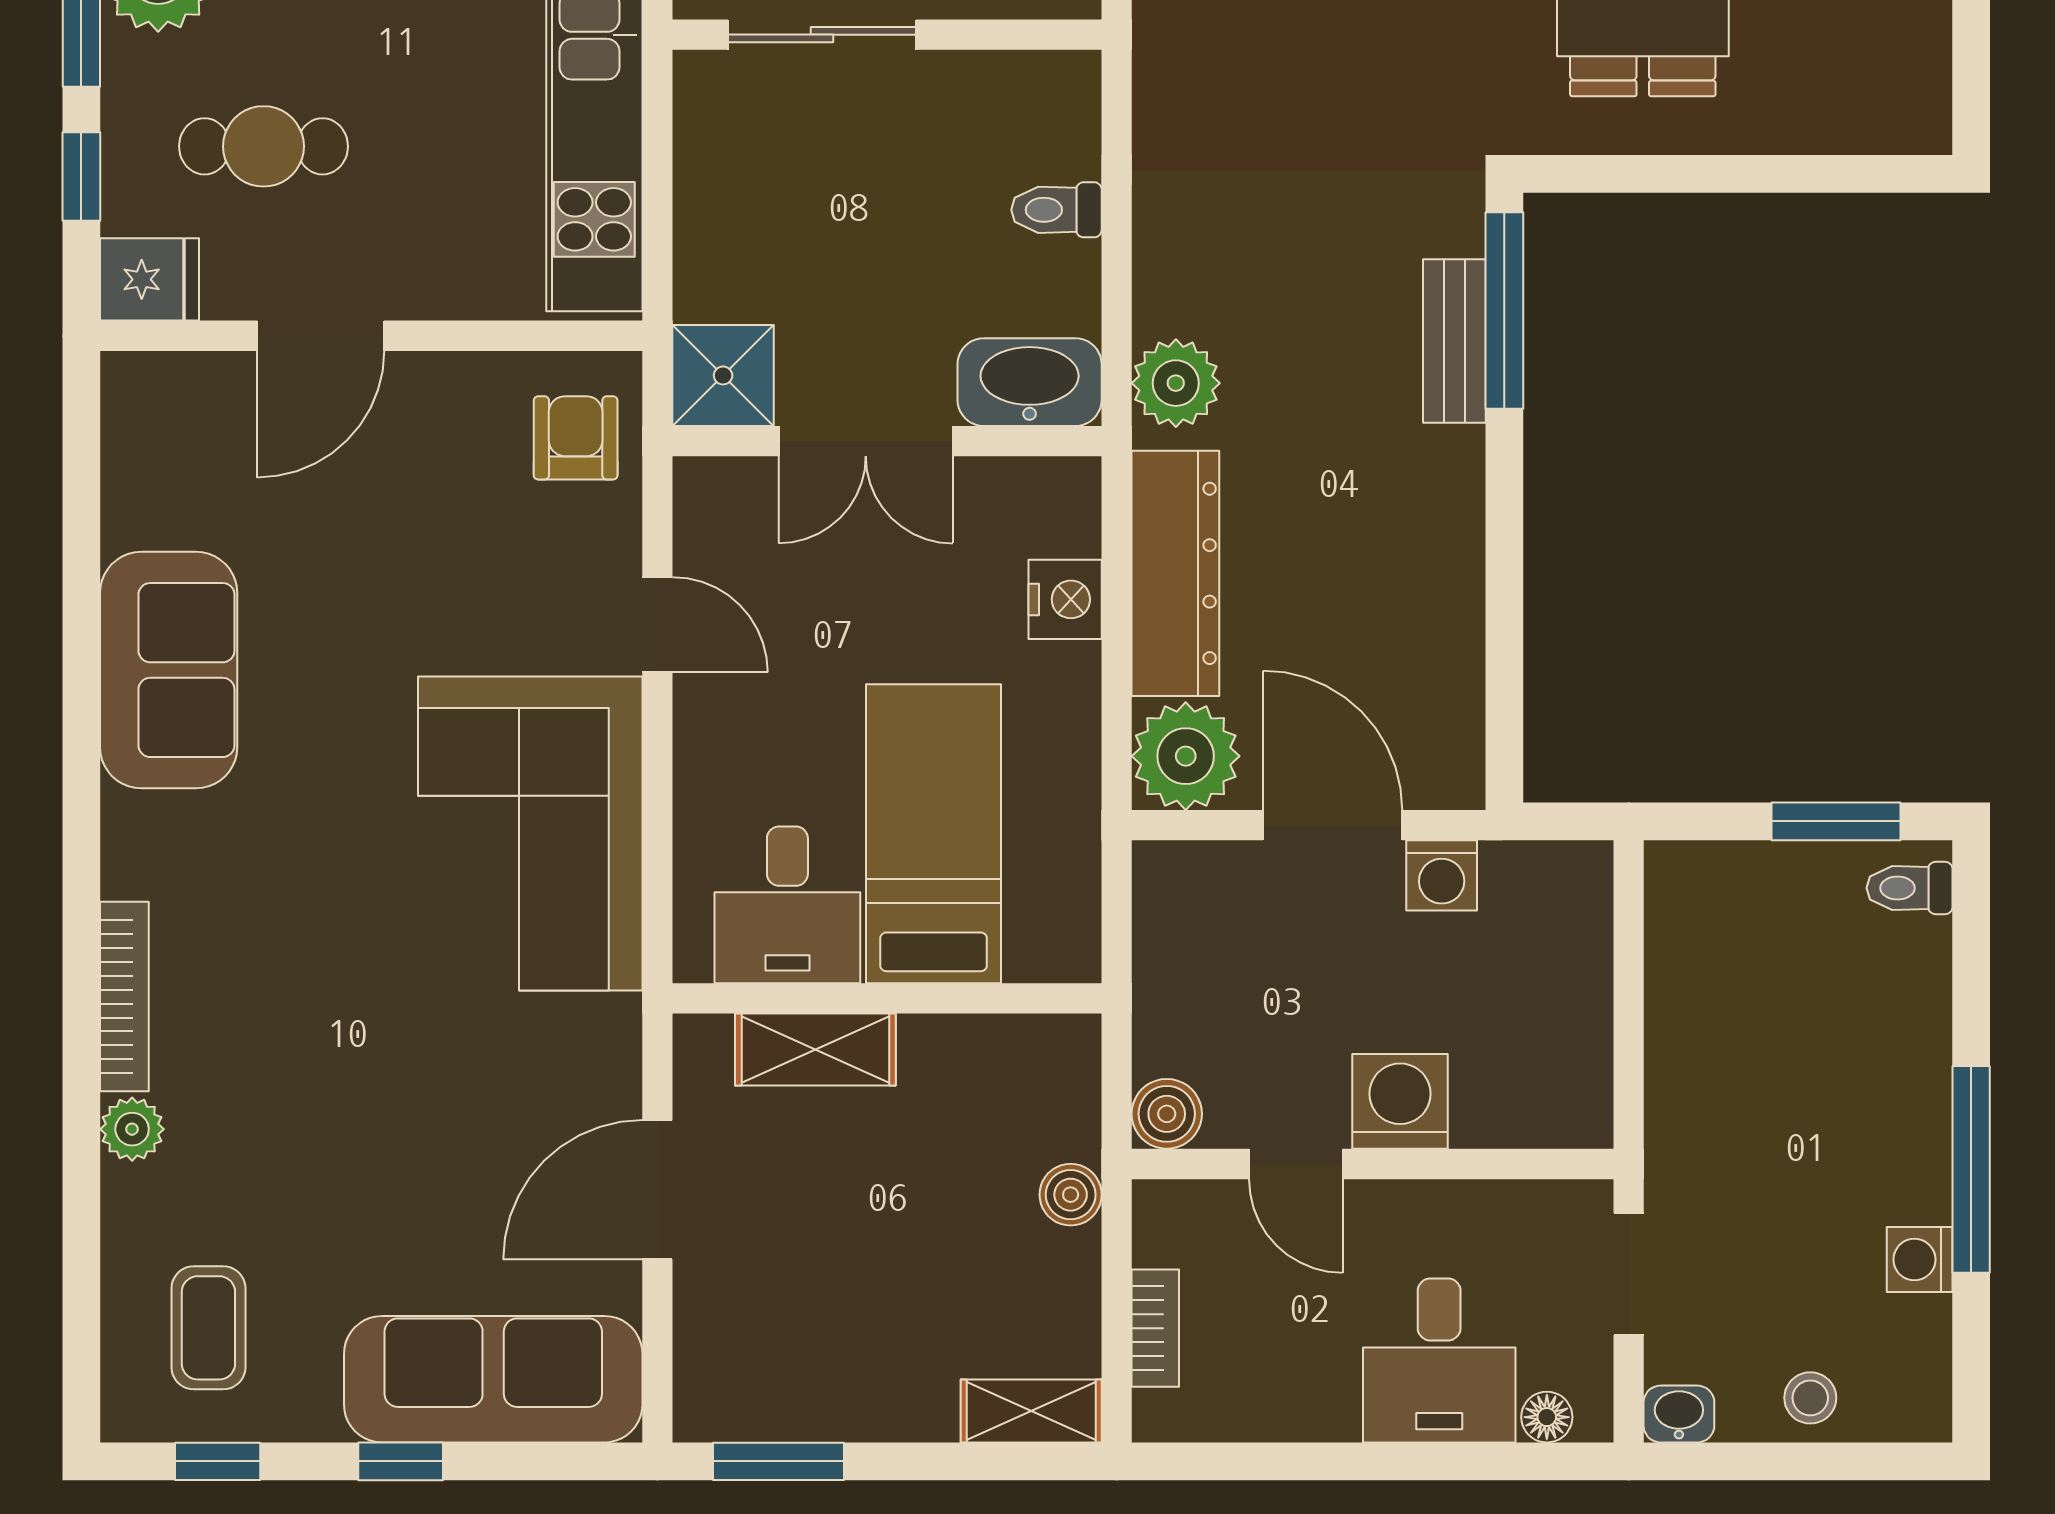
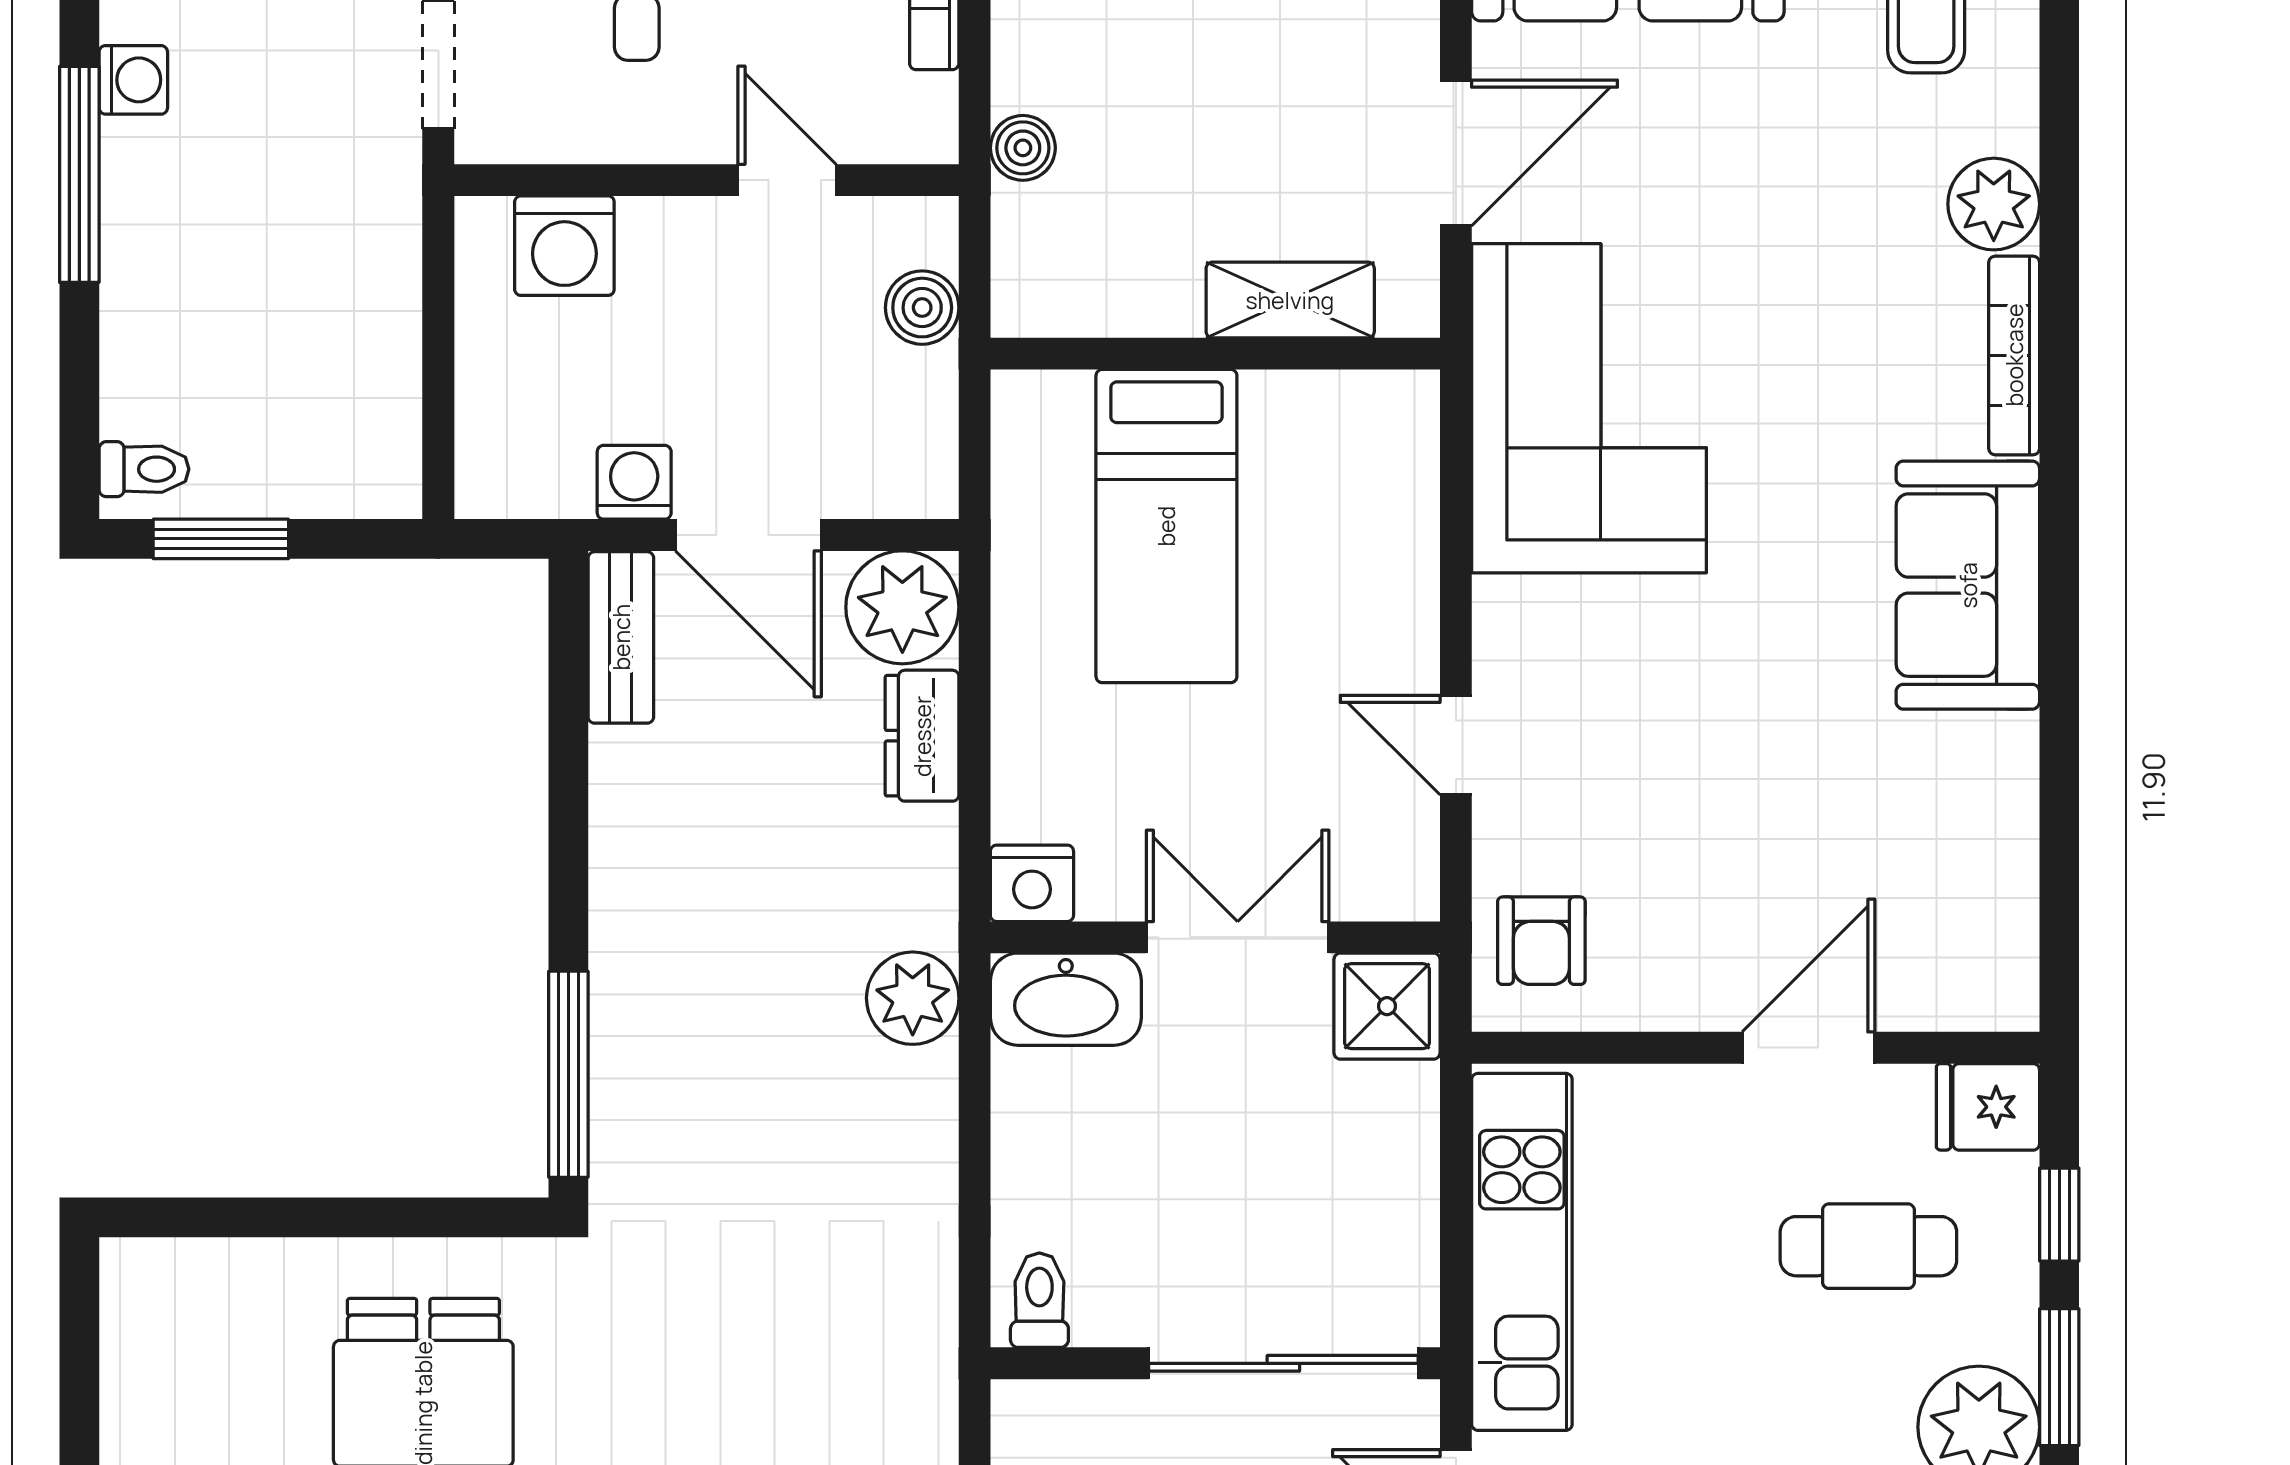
sliding door: (822, 35) -> (1283, 1363), width x1.37
toilet: (1056, 210) -> (1039, 1300), moved, turned -90
bench: (1454, 341) -> (621, 637), moved
dresser: (1175, 573) -> (922, 736), width x0.51, depth x0.80
nightstand: (1065, 599) -> (1032, 883), moved, turned -90
sofa: (169, 670) -> (1968, 585), moved
corner sofa: (530, 834) -> (1589, 408), moved
desk: (787, 905) -> (1320, 452), removed
washing machine: (1400, 1101) -> (564, 246), moved
boiler: (1167, 1114) -> (922, 308), moved
plant: (132, 1129) -> (1994, 204), width x1.38, depth x1.38

